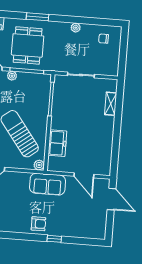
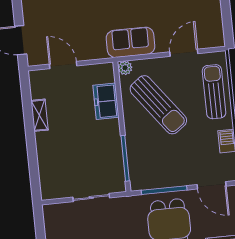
plant: (12, 76) -> (183, 180), removed
shelving: (111, 104) -> (40, 115), moved
sofa: (48, 184) -> (130, 42), moved

